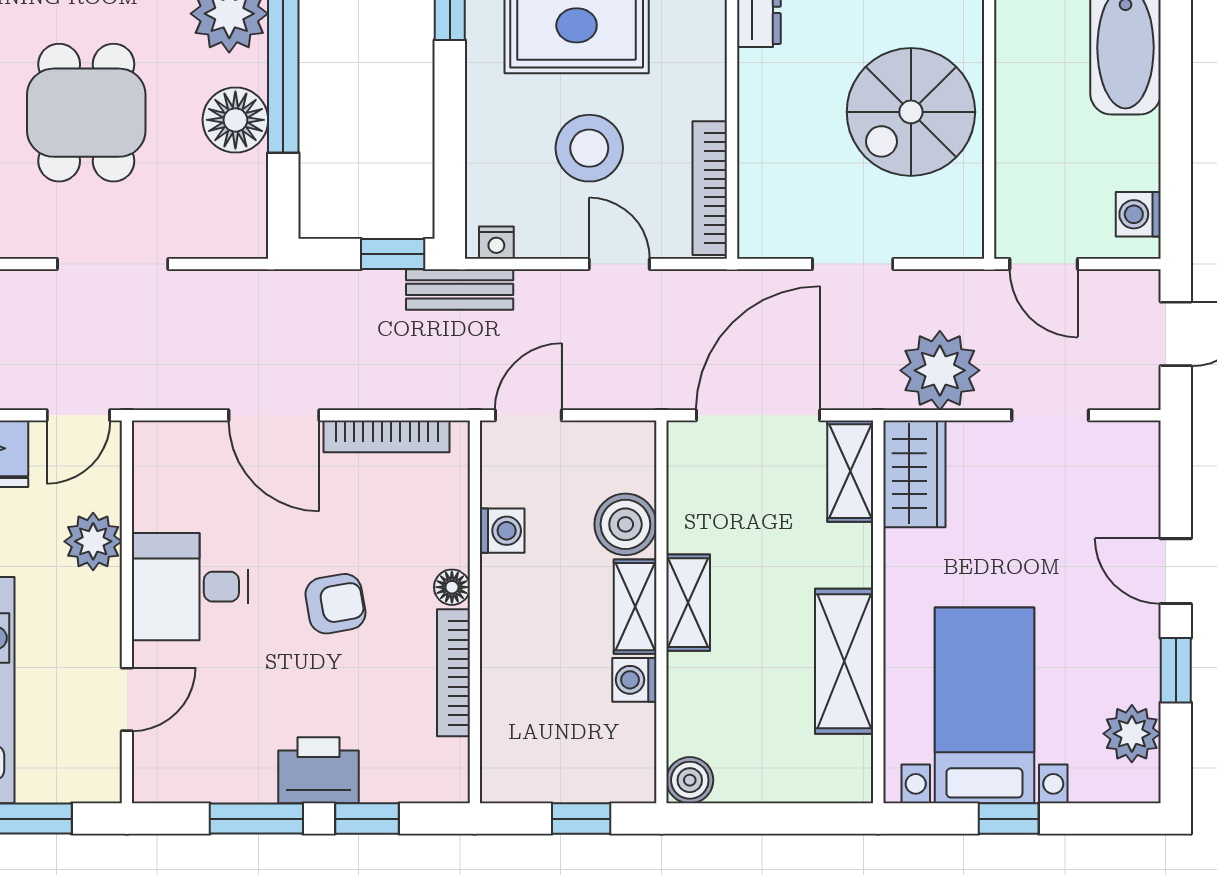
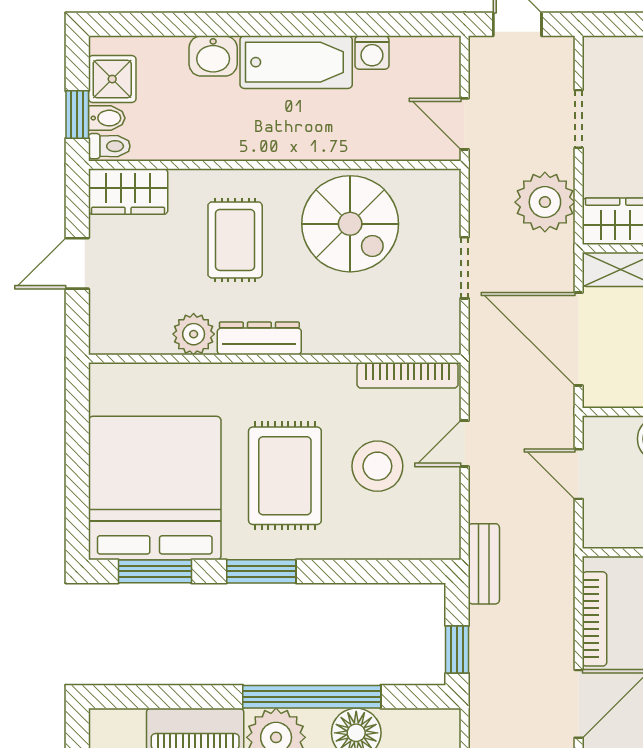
washing machine: (1138, 214) -> (372, 53), moved
nightstand: (496, 243) -> (449, 536), removed
window: (393, 254) -> (457, 650), moved
door: (1044, 264) -> (465, 124), swing flipped
door: (528, 415) -> (579, 474), moved

